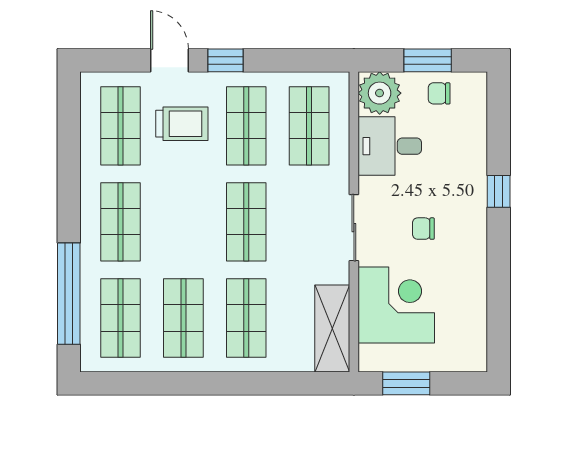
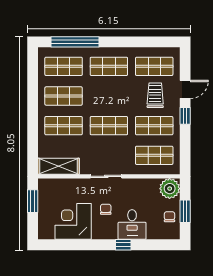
trolley: (182, 124) -> (155, 95), turned 180
desk: (390, 146) -> (132, 224), moved, turned 180
corner desk: (396, 305) -> (73, 221), moved, turned 180

